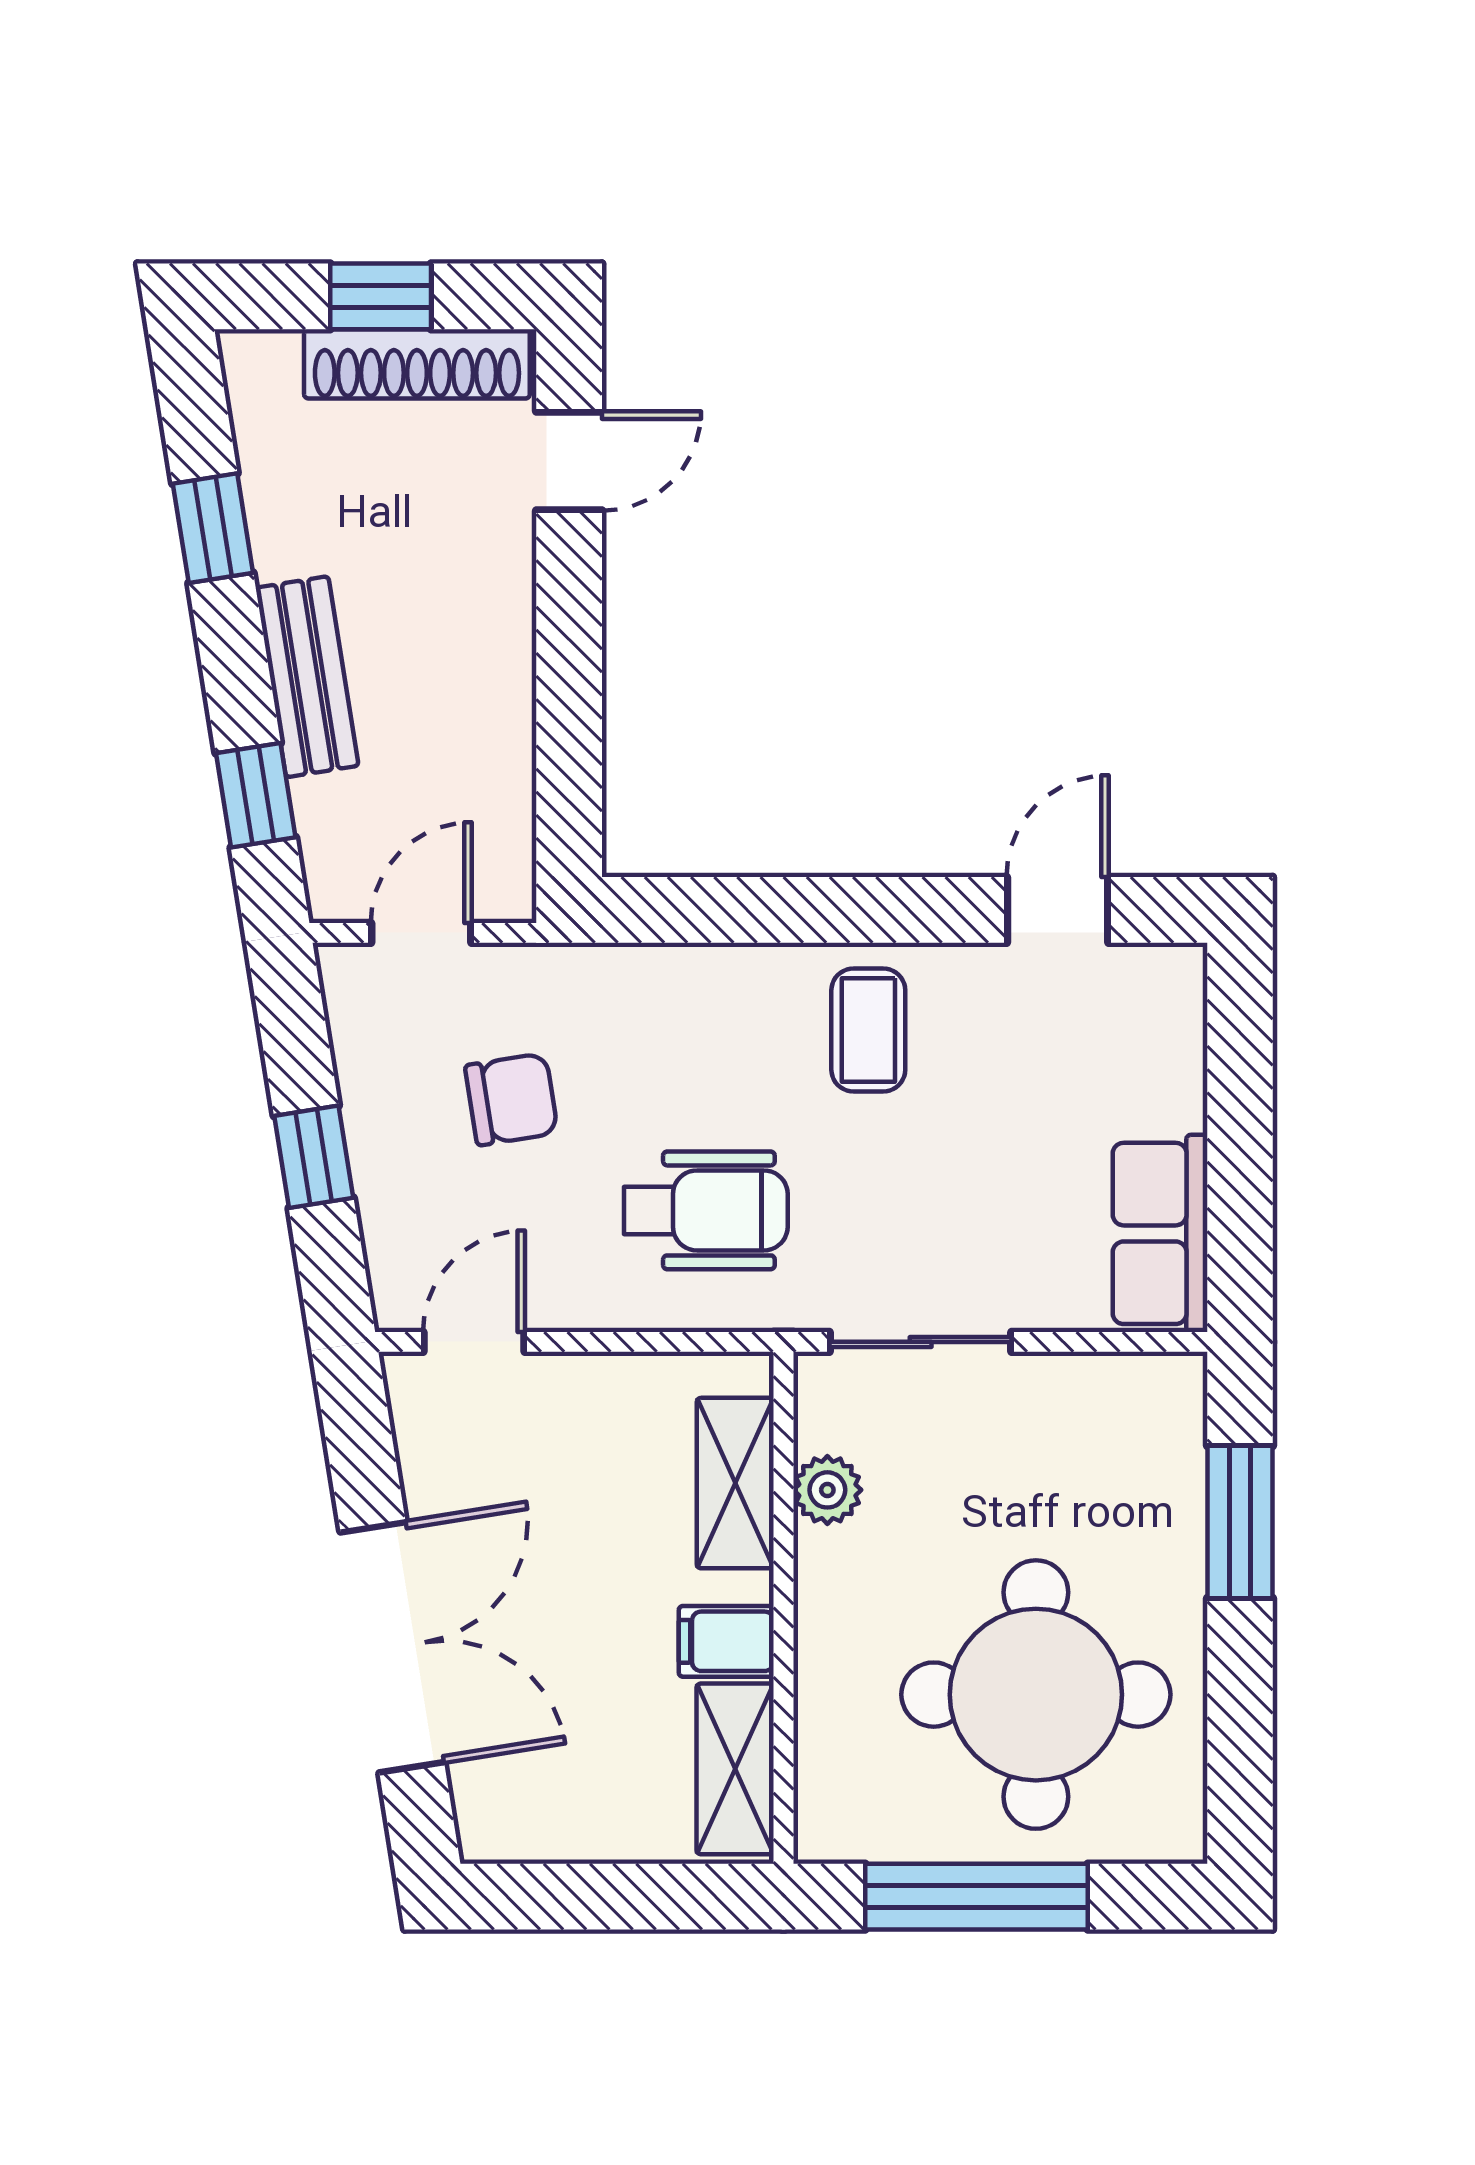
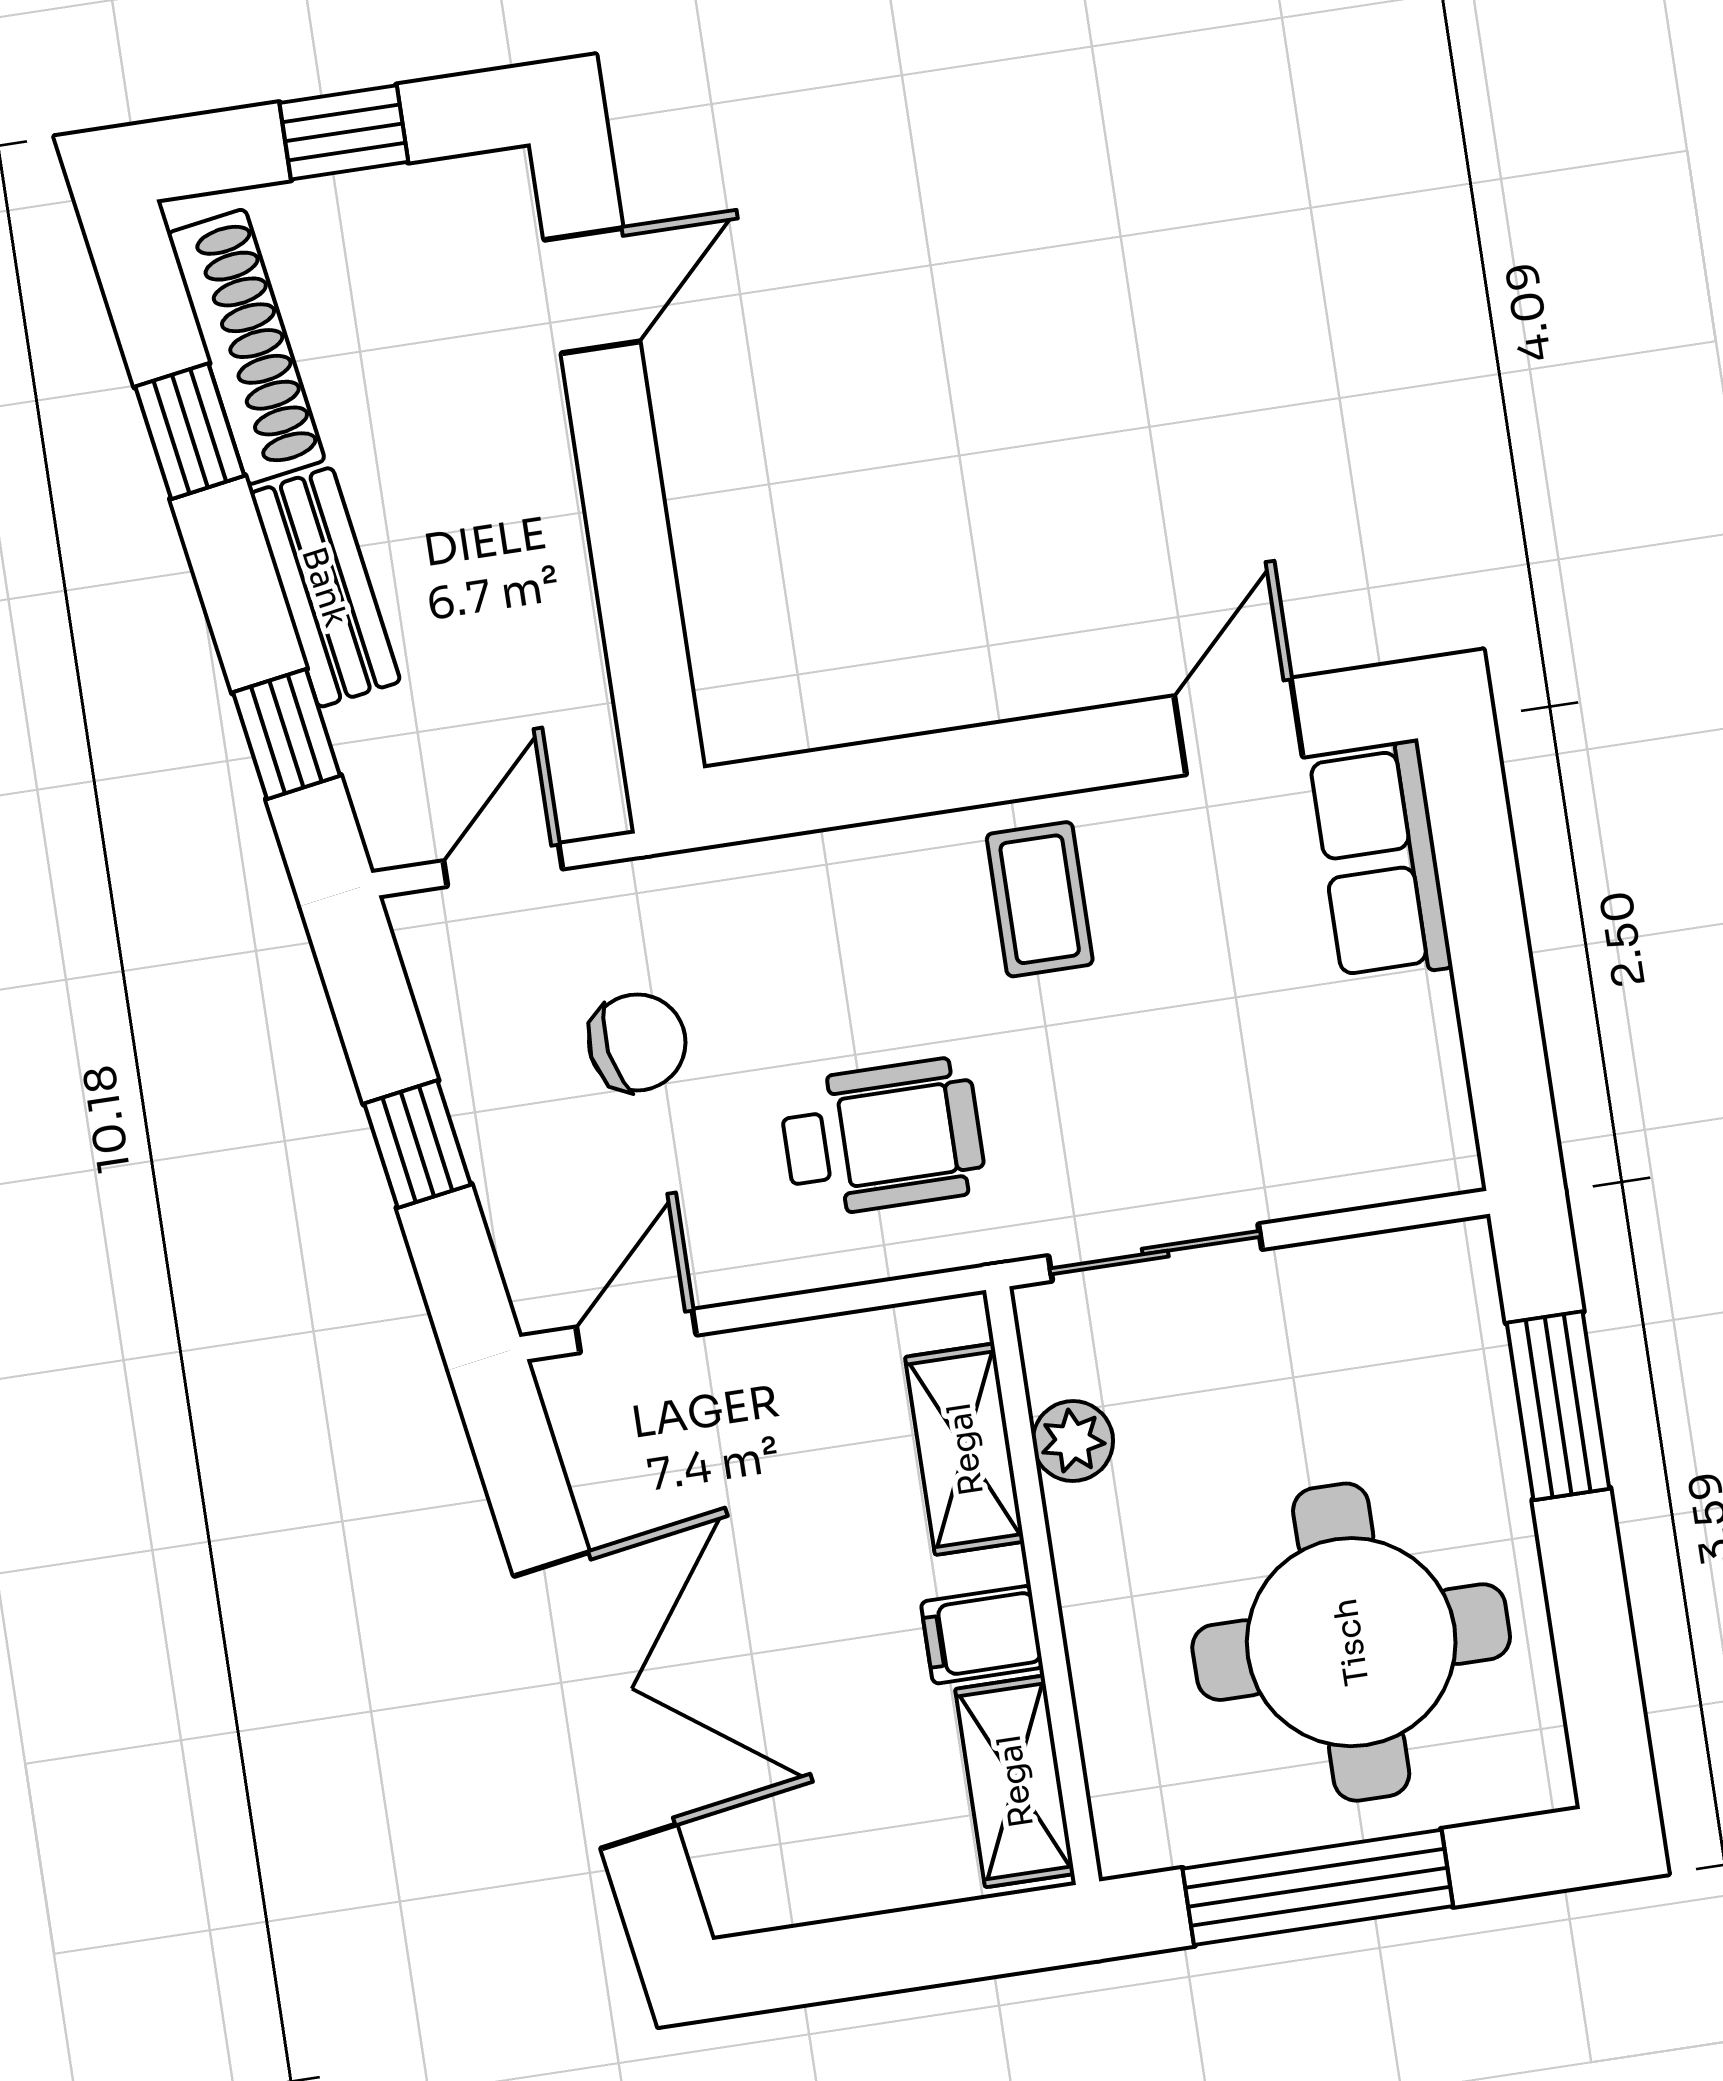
shoe rack: (417, 364) -> (246, 347), moved, turned -99
row of seats: (1160, 1233) -> (1381, 861), moved

